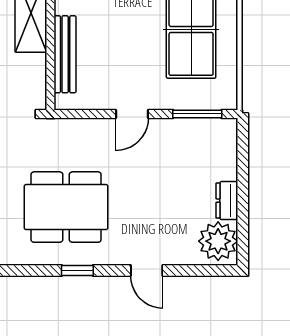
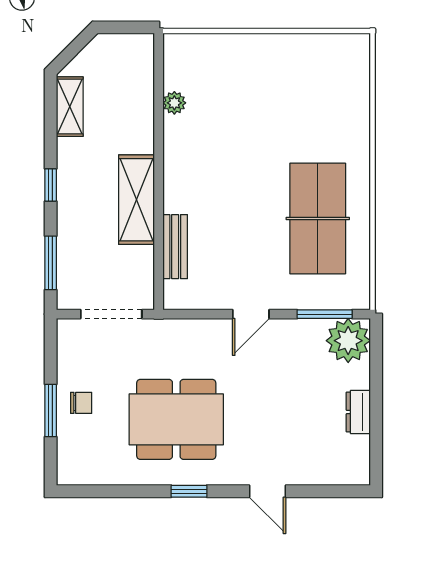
bench: (65, 54) -> (175, 247), width x0.73
plant: (218, 241) -> (348, 341), moved

